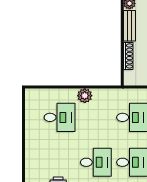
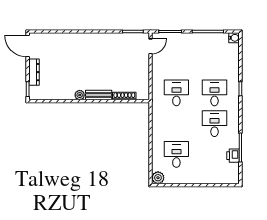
plant: (85, 96) -> (158, 178), moved

